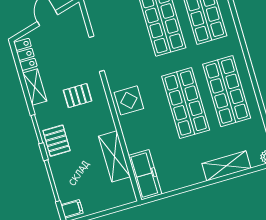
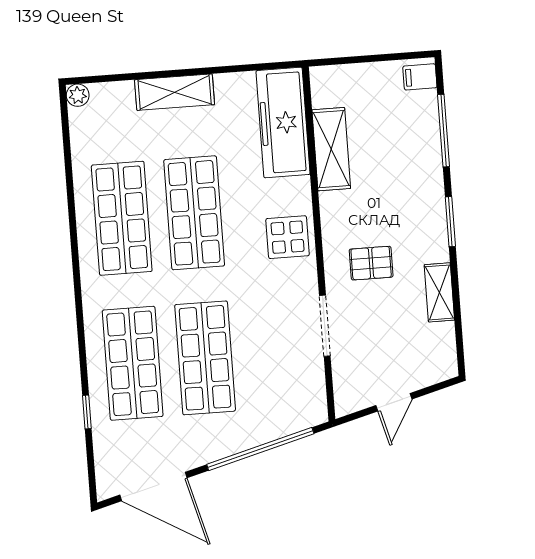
locker: (25, 54) -> (443, 350), removed
pallet: (57, 141) -> (422, 196), removed
shelving: (226, 166) -> (175, 92), moved
freezer: (145, 175) -> (283, 123), width x1.36, depth x1.26

